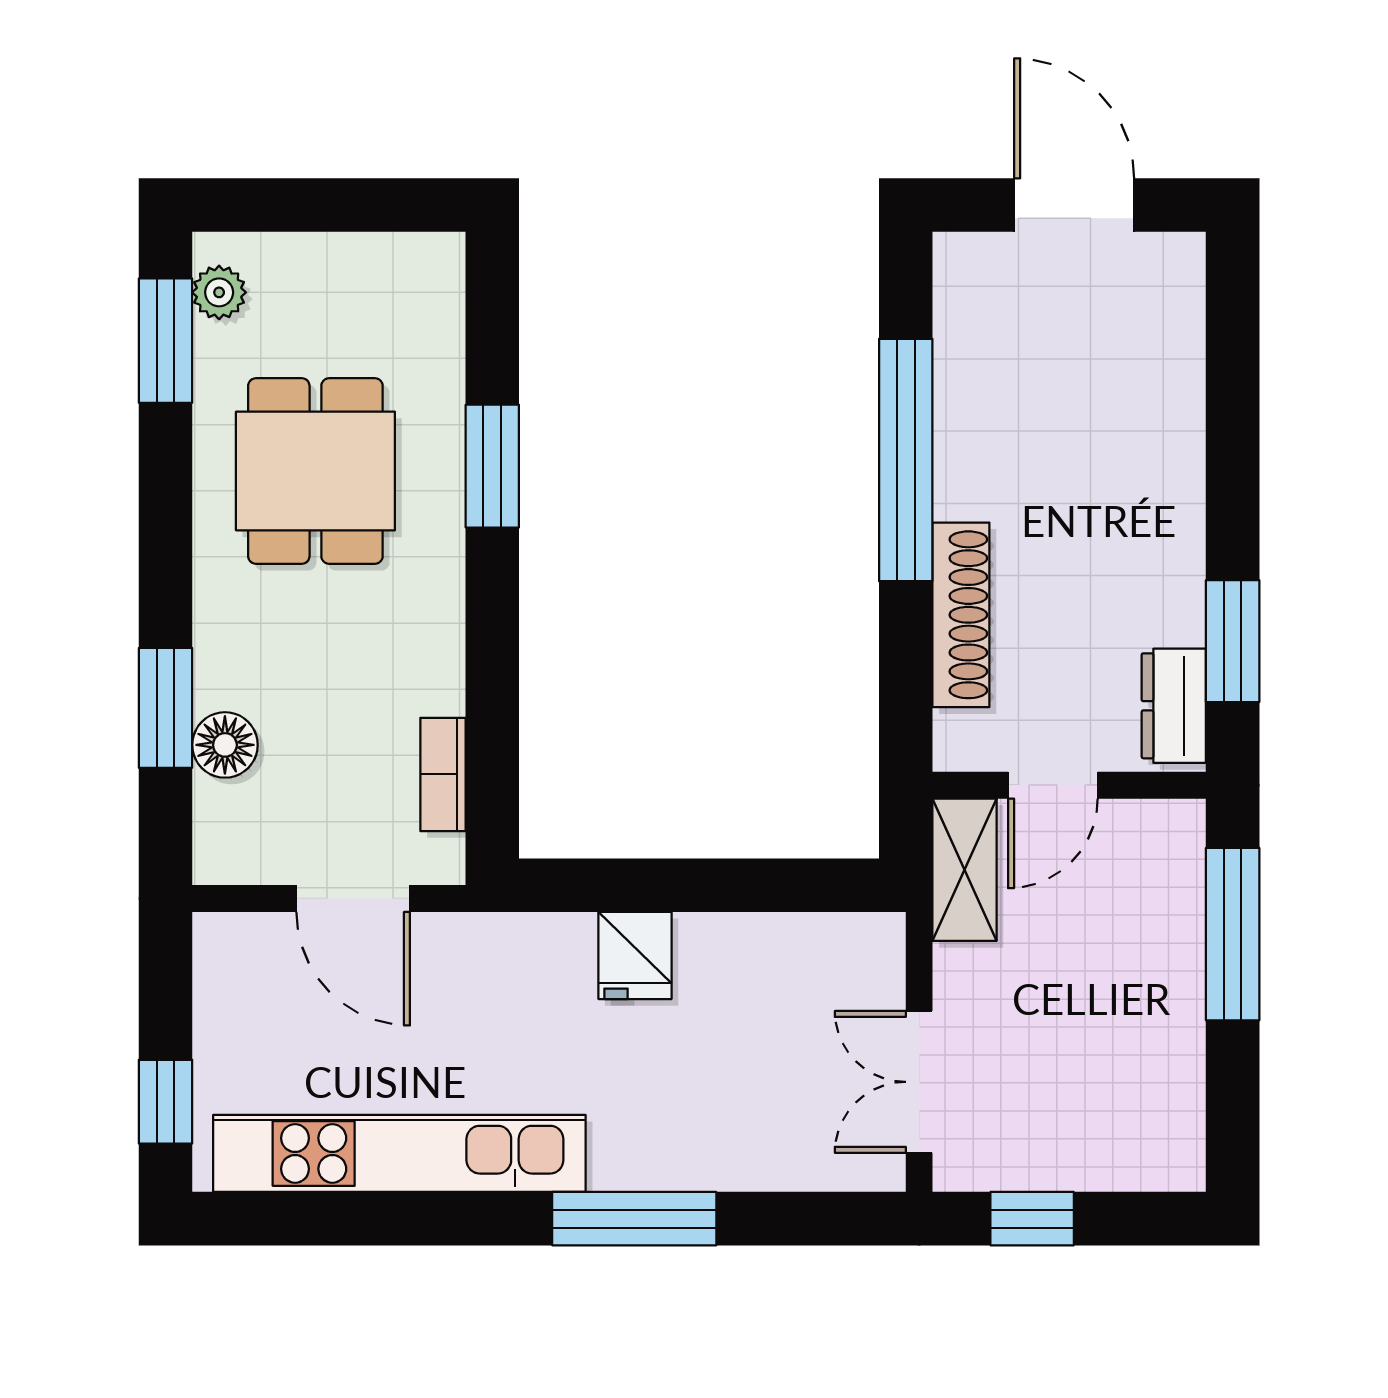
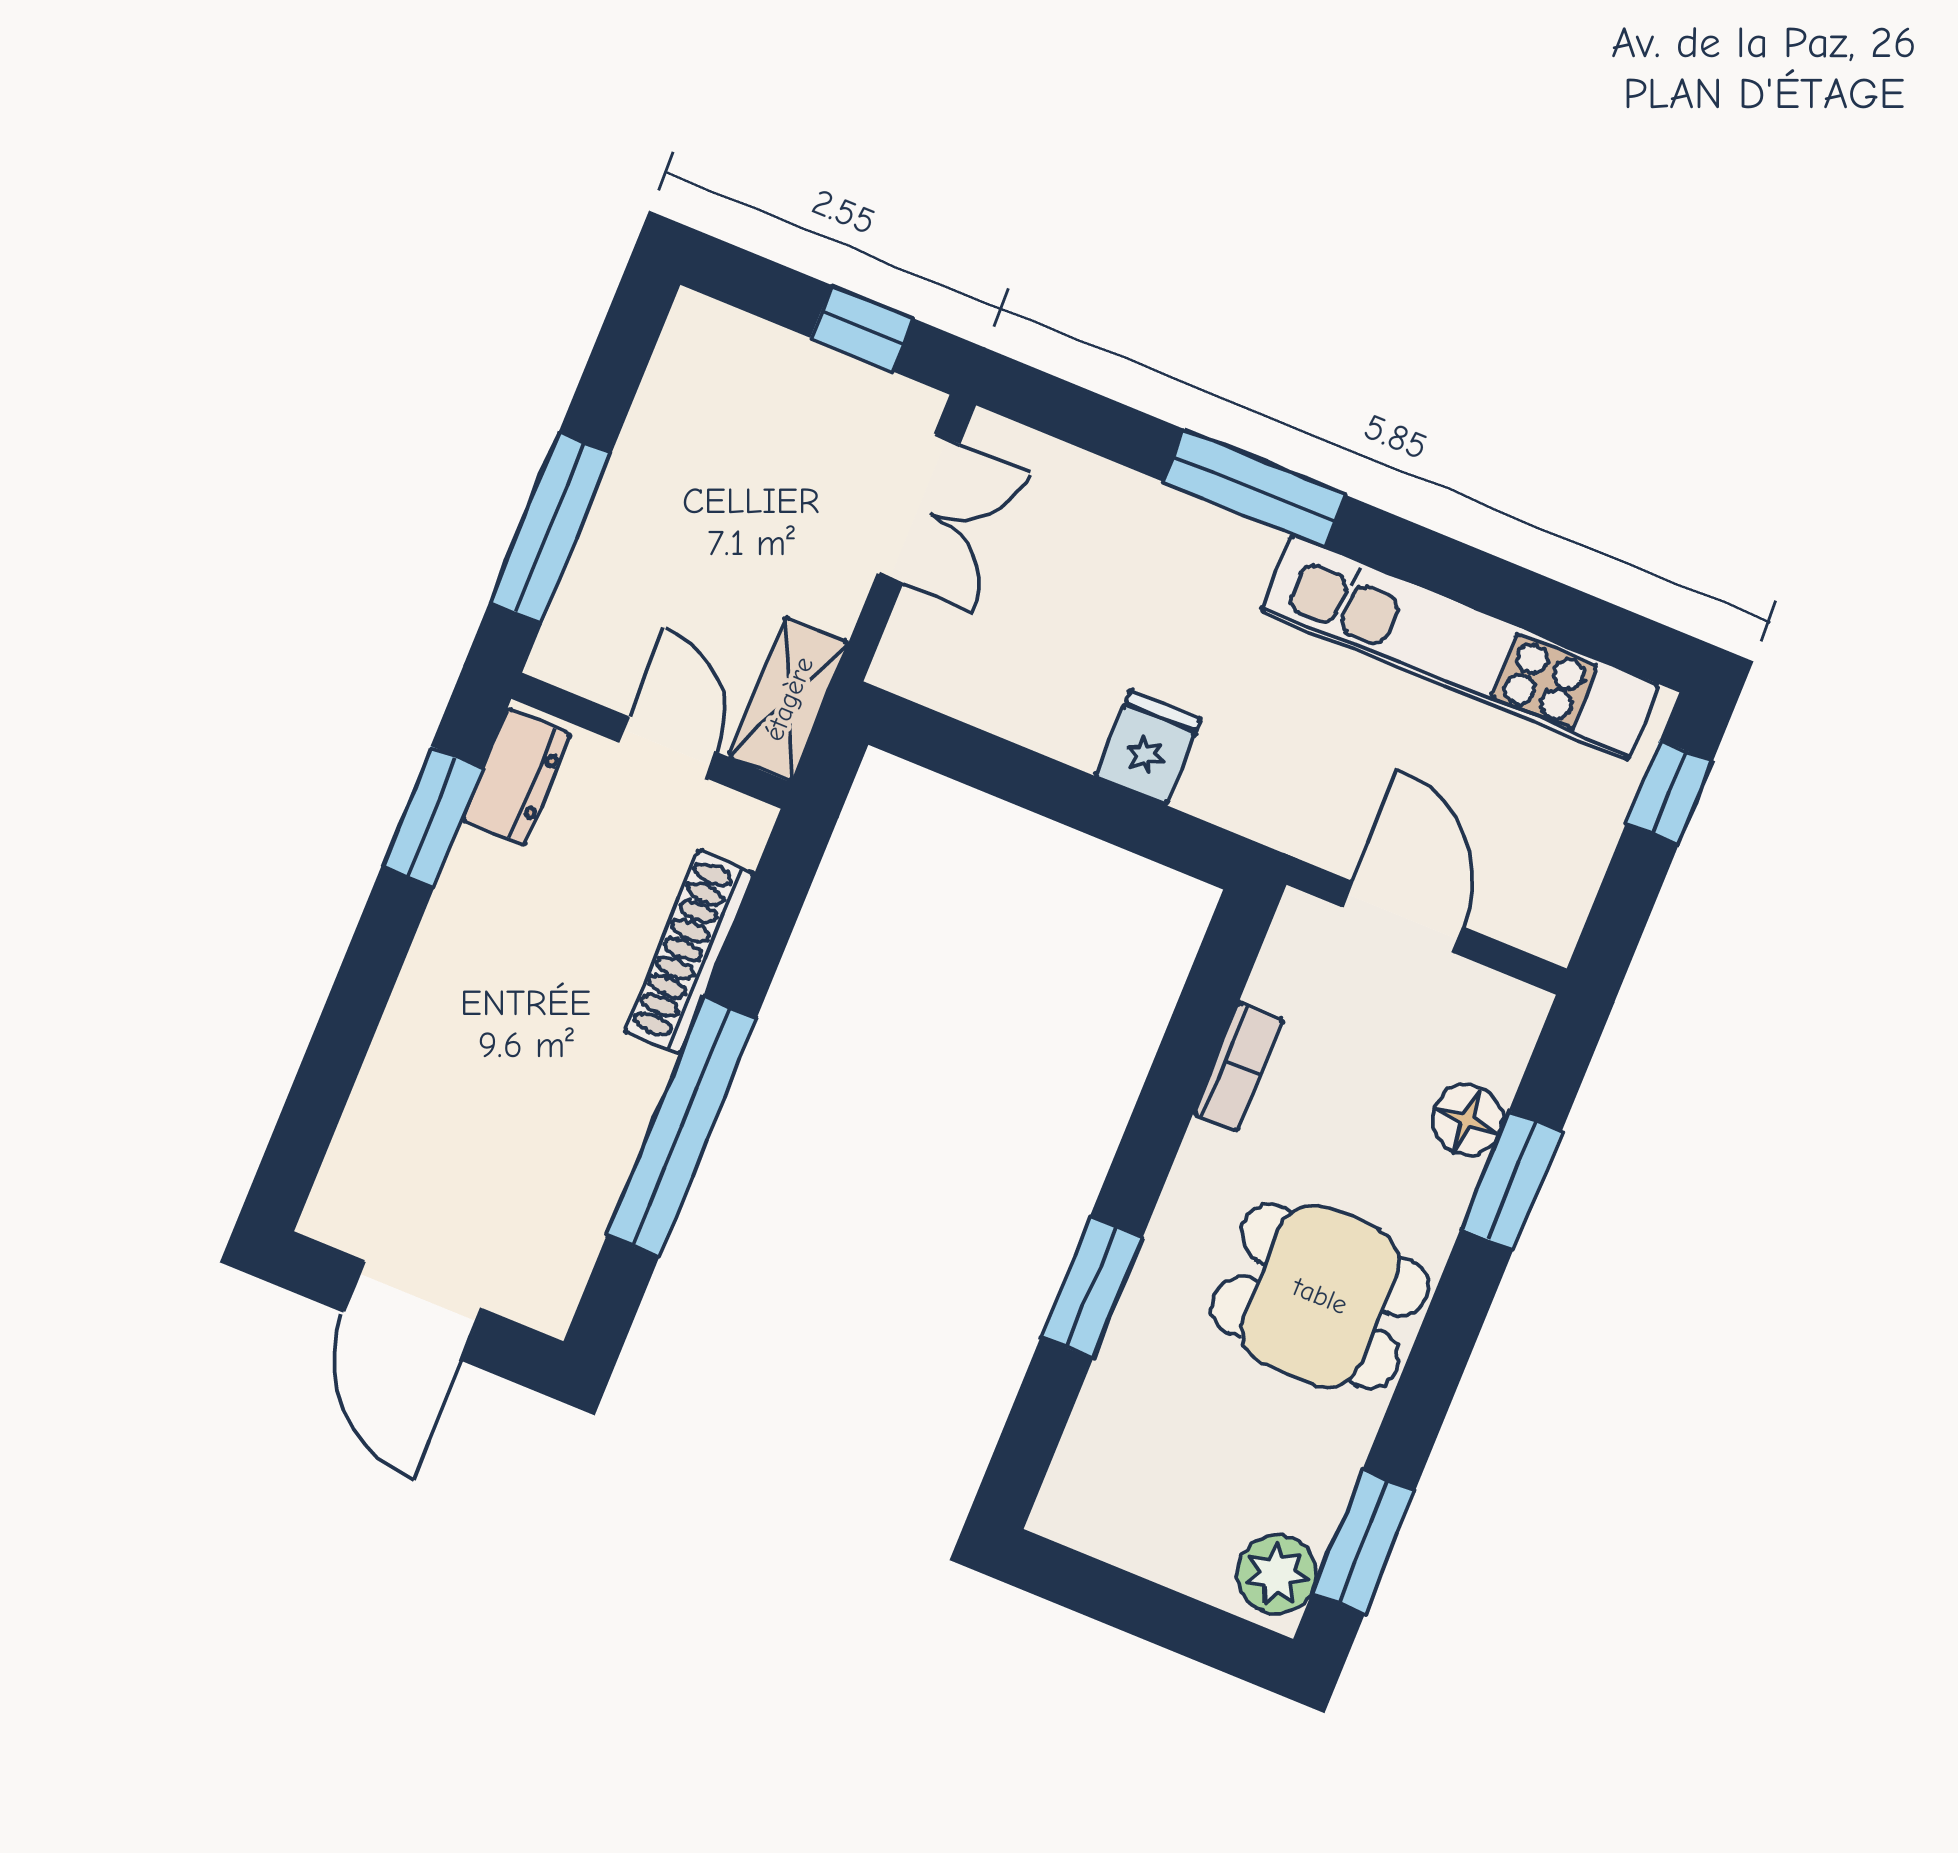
plant: (219, 292) -> (1277, 1574), width x1.38, depth x1.38
dining table: (315, 471) -> (1320, 1296), moved, turned 90
bookcase: (443, 774) -> (1238, 1067), moved
door: (1053, 785) -> (667, 747), hinge flipped

